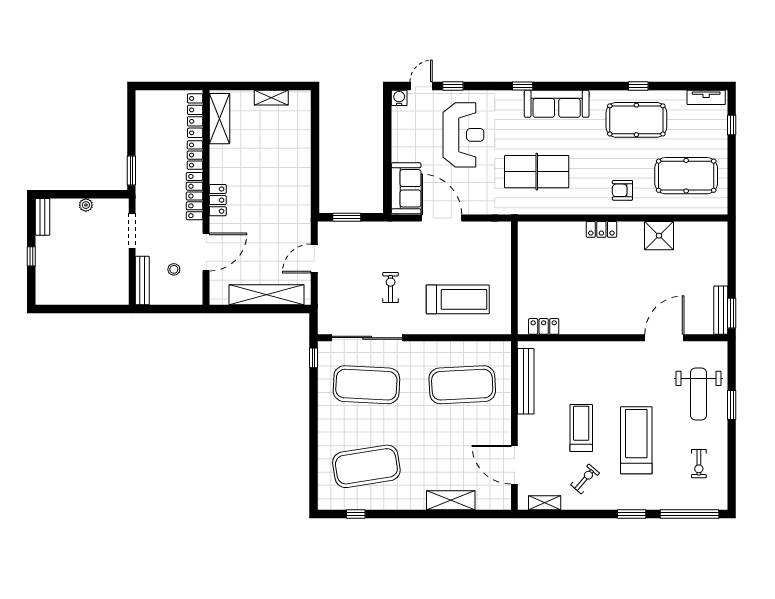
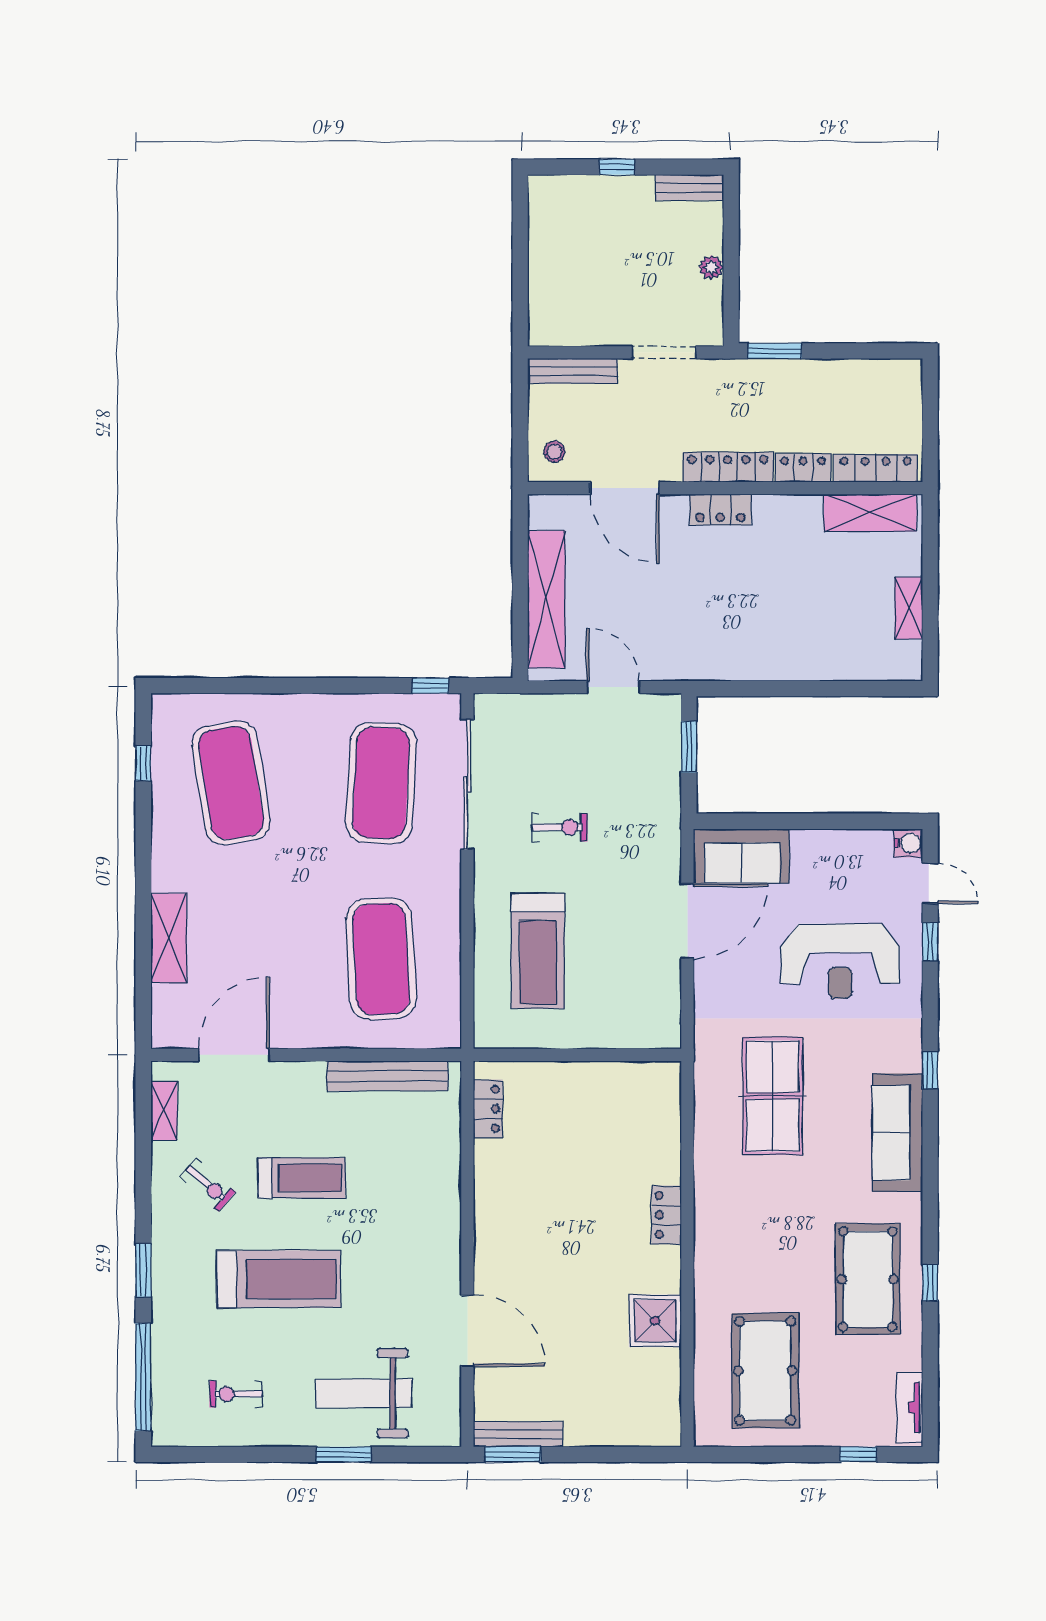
armchair: (622, 190) -> (738, 1254), removed
stool: (174, 269) -> (554, 452), moved

